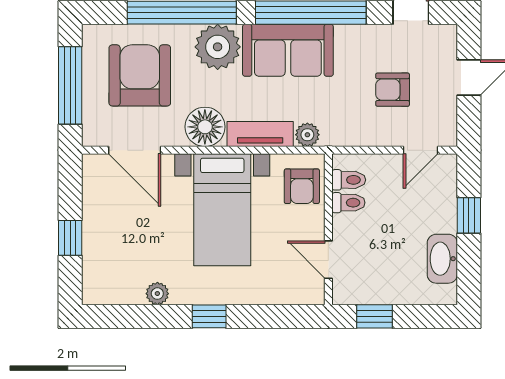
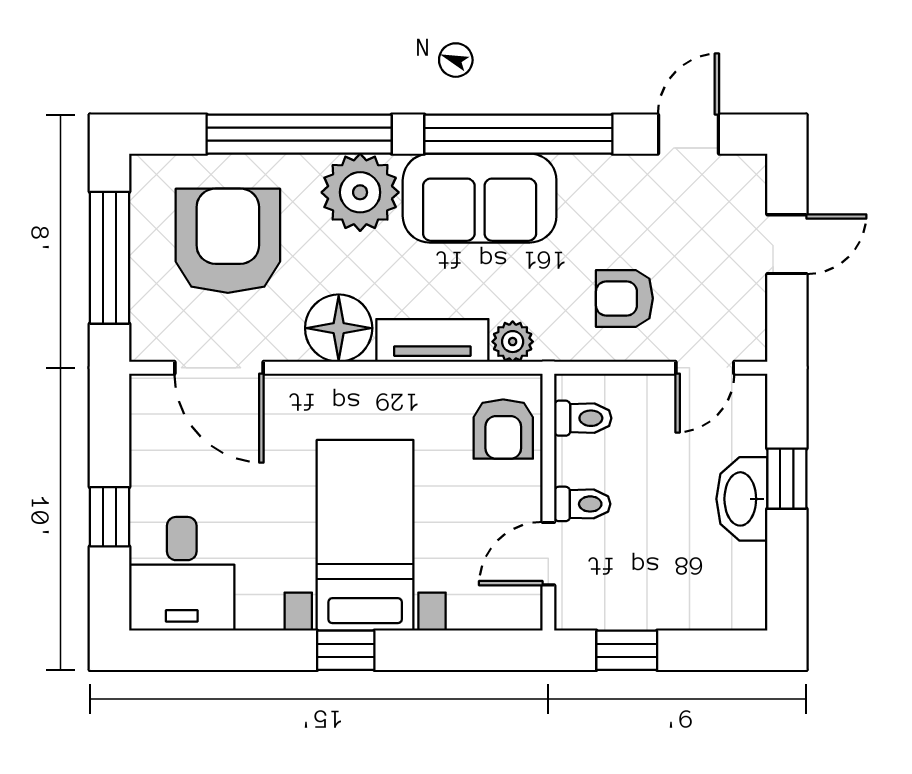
armchair: (393, 90) -> (624, 298), moved
toilet: (348, 203) -> (582, 504), moved
bed with nightstands: (222, 210) -> (365, 535), moved, turned 180
washbasin: (442, 259) -> (742, 499), moved
door: (328, 260) -> (548, 554), hinge flipped
desk: (113, 271) -> (182, 574), added
plant: (157, 294) -> (258, 611), removed

